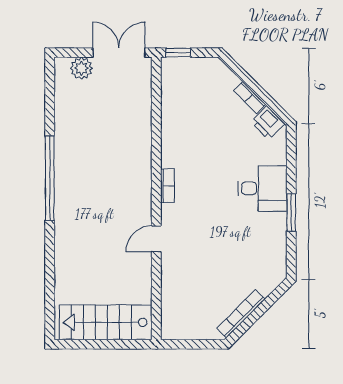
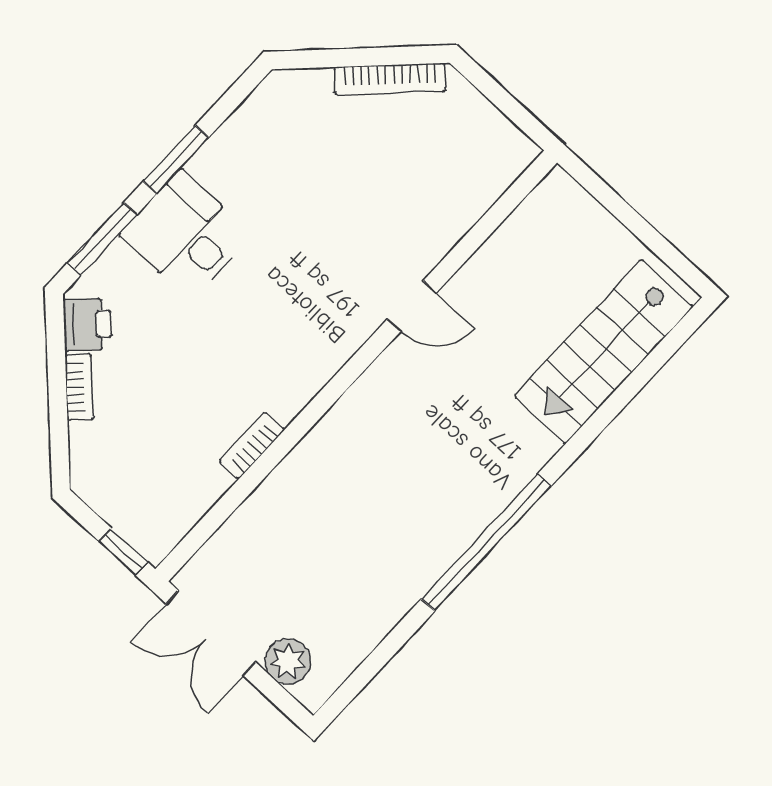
window: (291, 159) -> (102, 239), added
bookcase: (167, 186) -> (252, 445), moved
stairs: (106, 322) -> (603, 352), moved, turned 90

